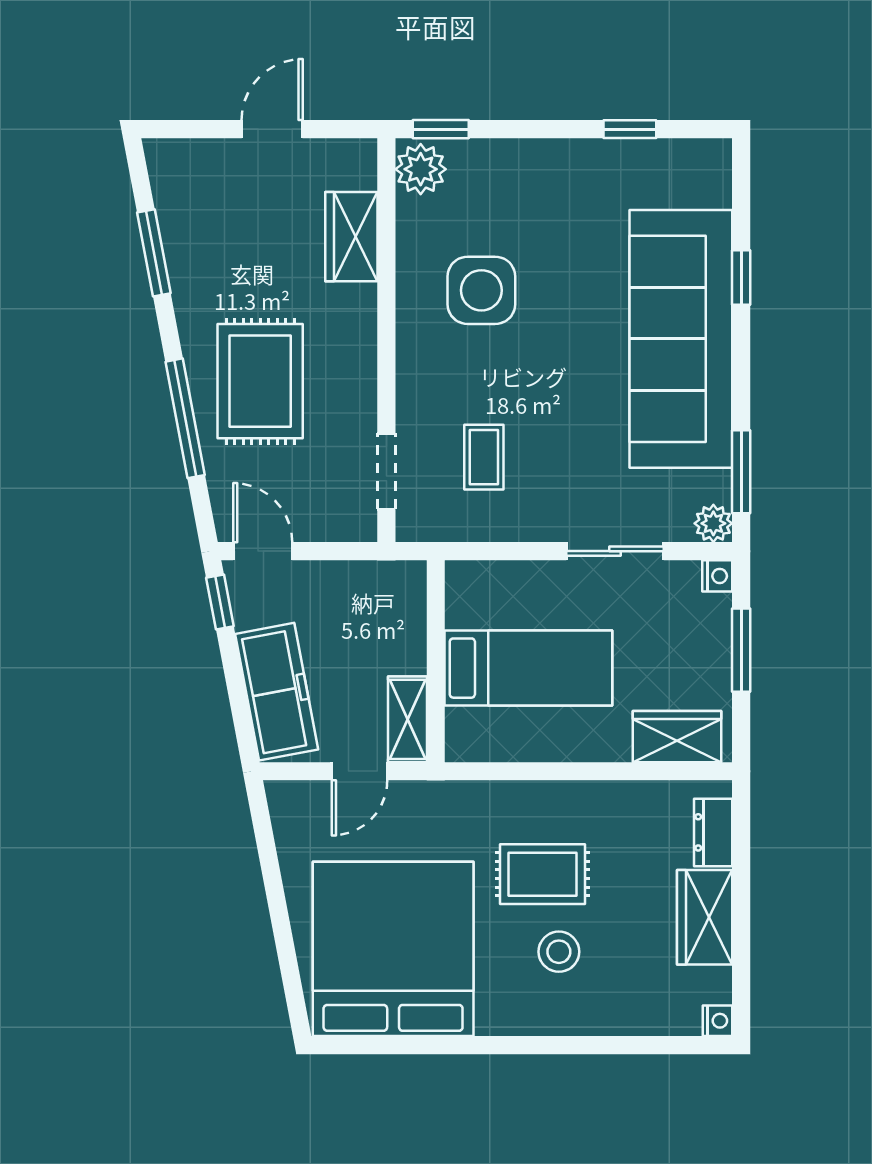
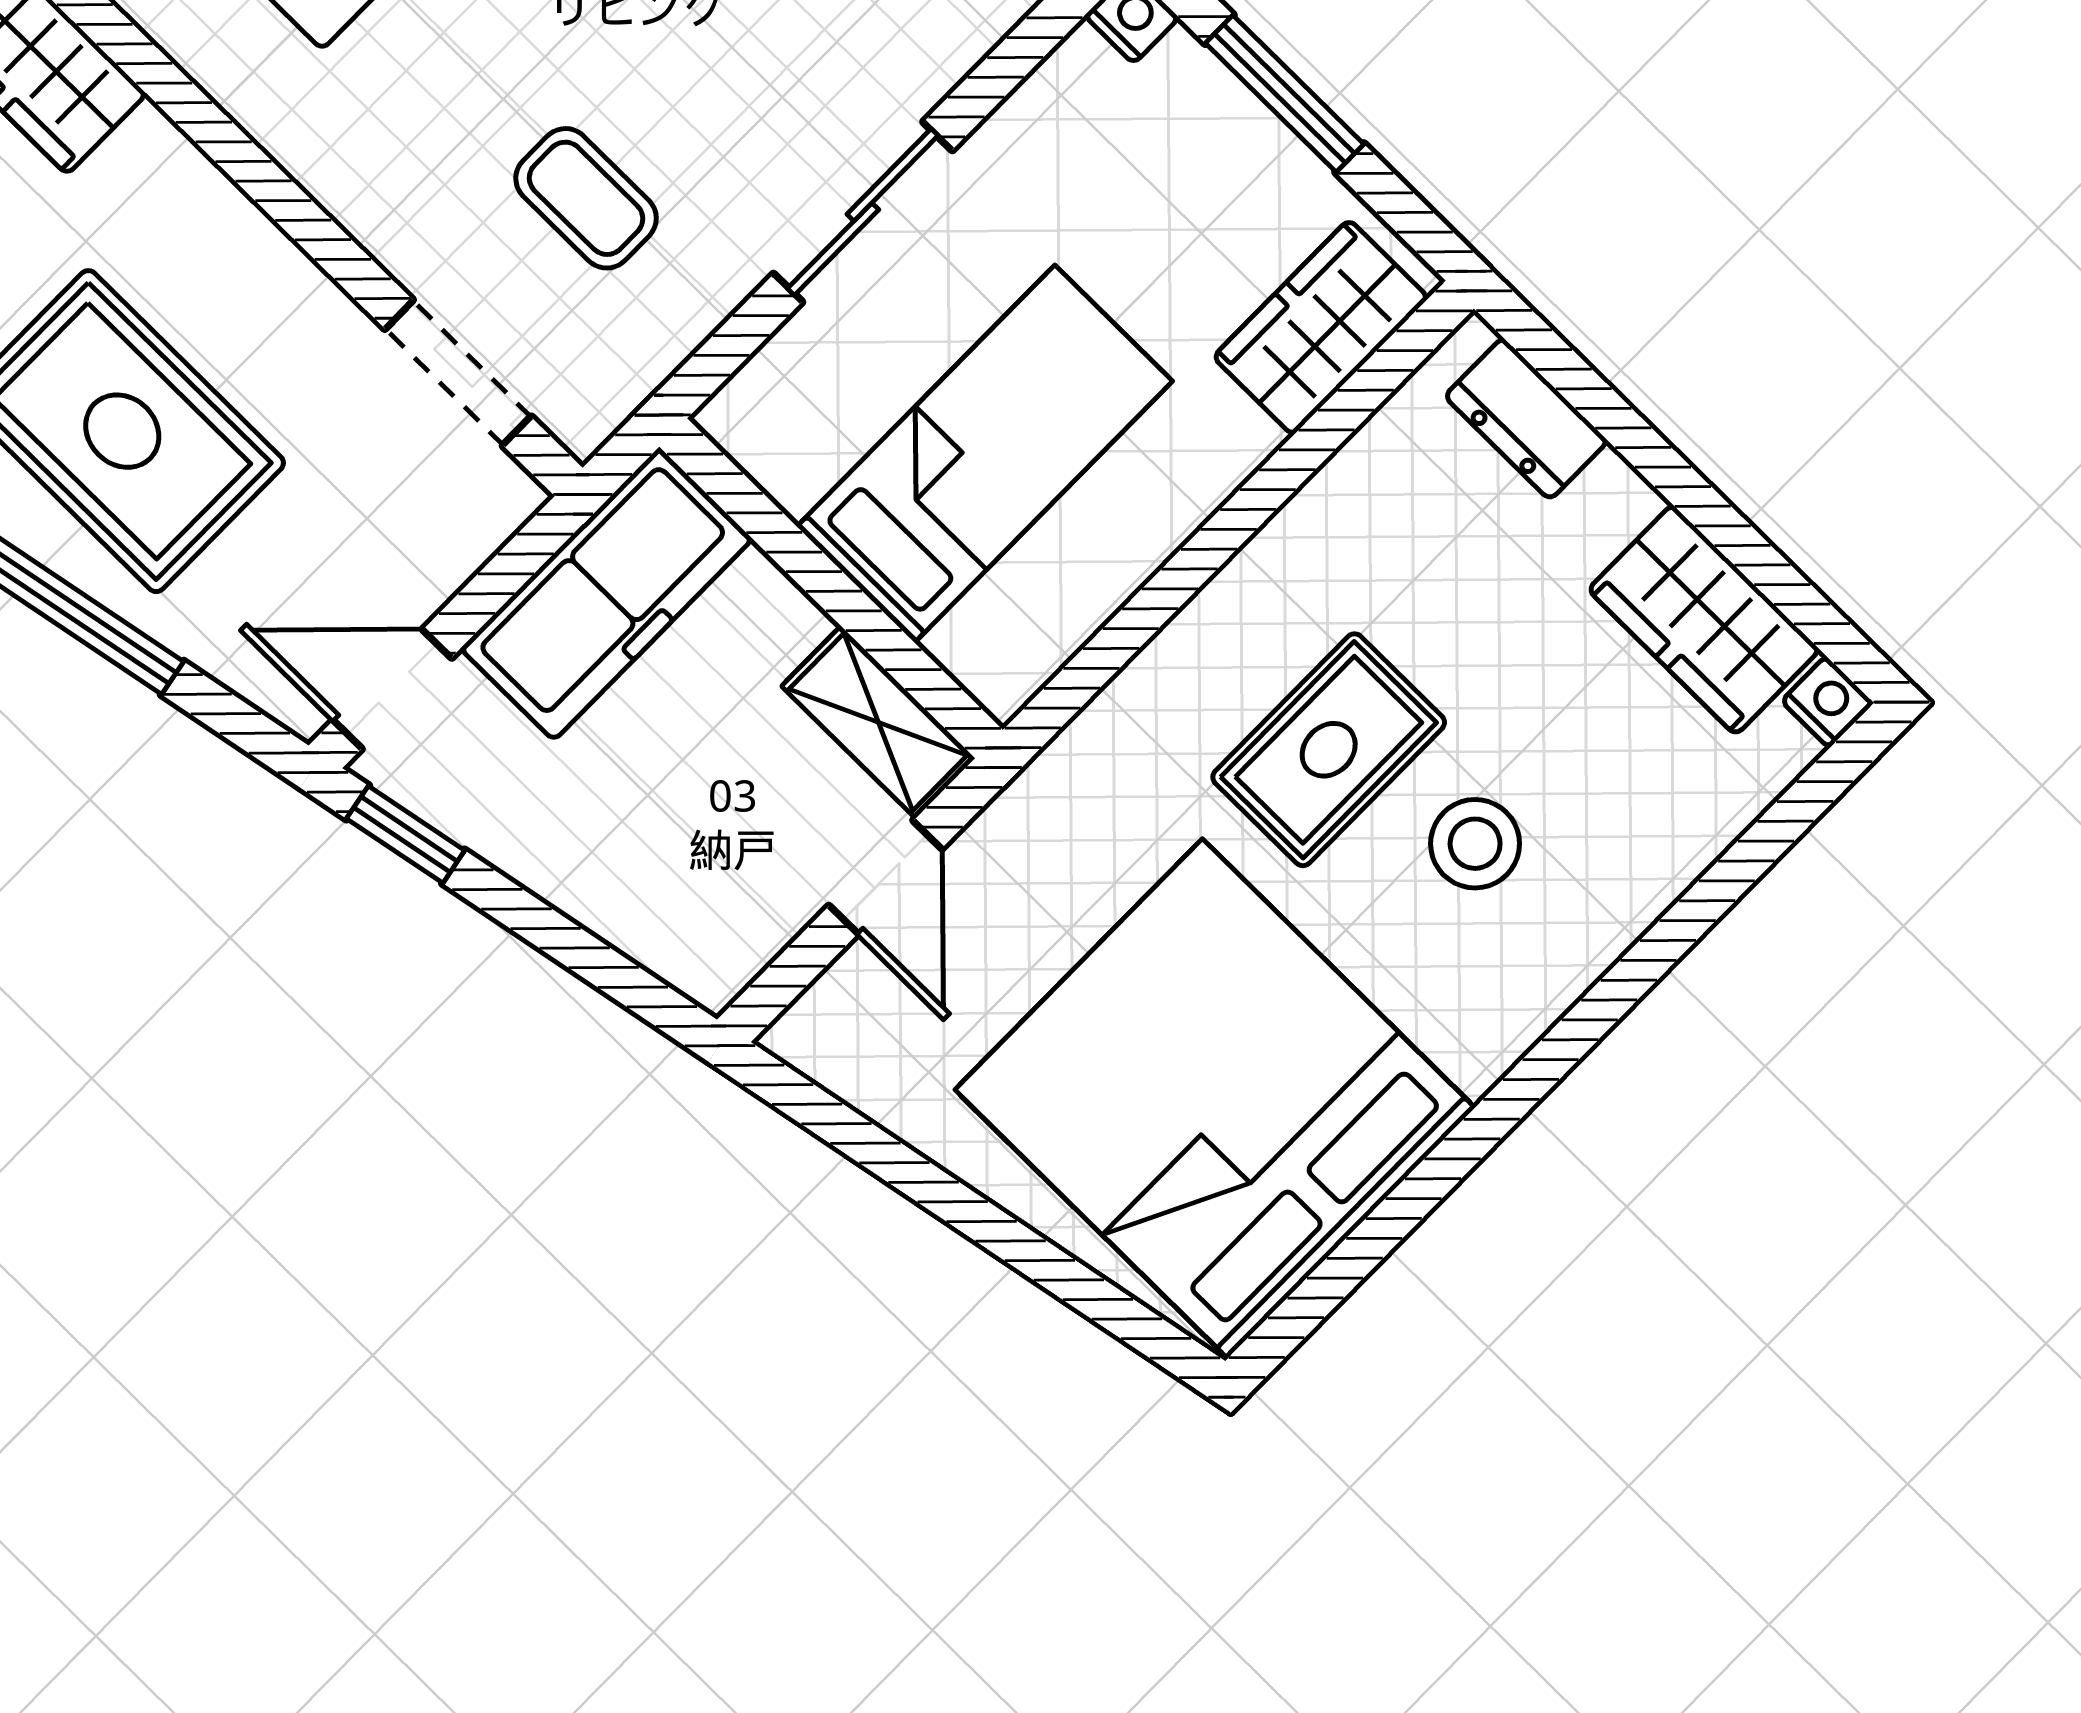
sliding door: (615, 551) -> (863, 212), moved
freezer: (277, 692) -> (606, 594), moved, turned 101
wardrobe: (705, 917) -> (1704, 620), moved

